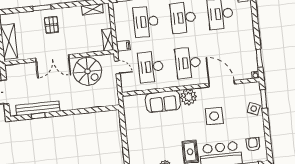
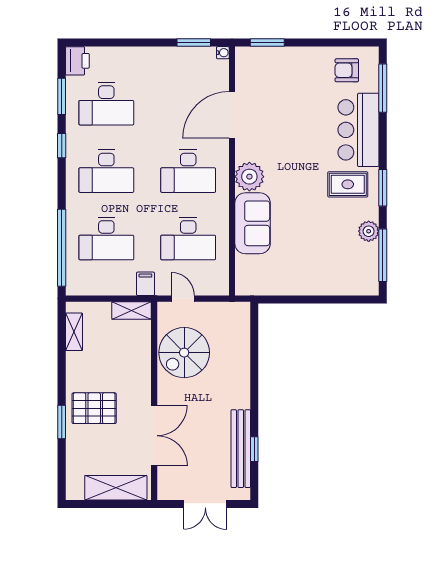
pallet: (52, 25) -> (94, 408), width x1.50, depth x1.42
double door: (52, 58) -> (154, 436), moved
door: (117, 67) -> (183, 299), hinge flipped
spiral stairs: (88, 71) -> (184, 353), turned 180
side table: (254, 109) -> (283, 62), removed
side table: (214, 116) -> (288, 134), removed

